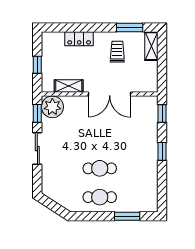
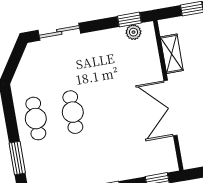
plant: (52, 107) -> (133, 32), width x0.53, depth x0.53
sliding door: (37, 149) -> (59, 32), moved

